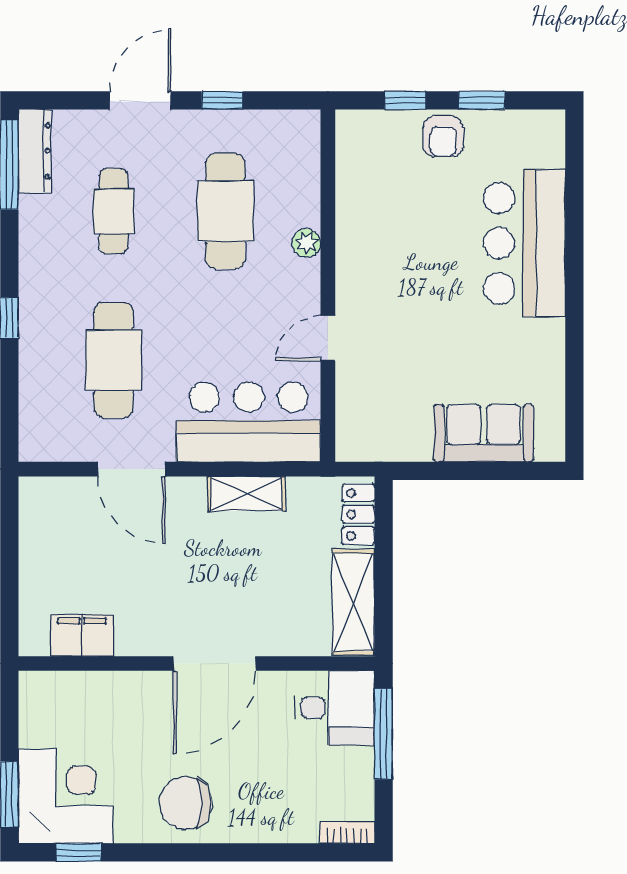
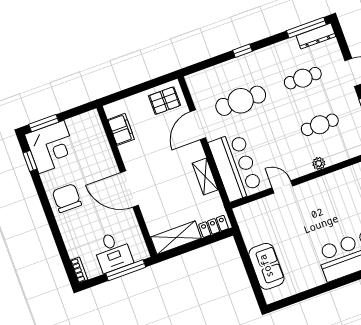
cafe table: (225, 211) -> (320, 125), width x0.73, depth x0.74
pallet: (55, 521) -> (165, 101), added
desk: (335, 708) -> (113, 252), moved

